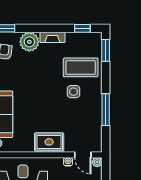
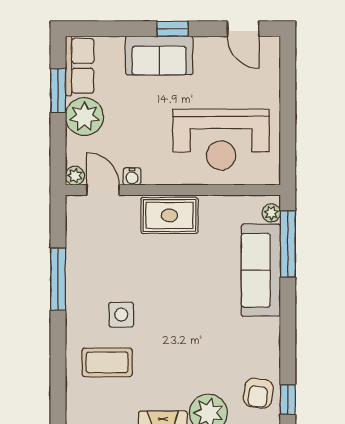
window: (106, 50) -> (58, 396), removed
coffee table: (81, 67) -> (107, 362), width x0.73, depth x0.76

